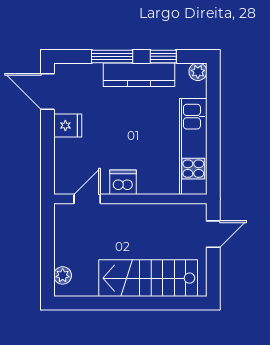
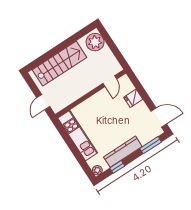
window: (112, 56) -> (151, 145), moved
fridge: (68, 125) -> (133, 98), moved
dishwasher: (123, 182) -> (99, 99), removed
plant: (63, 275) -> (95, 42), width x1.87, depth x1.87

